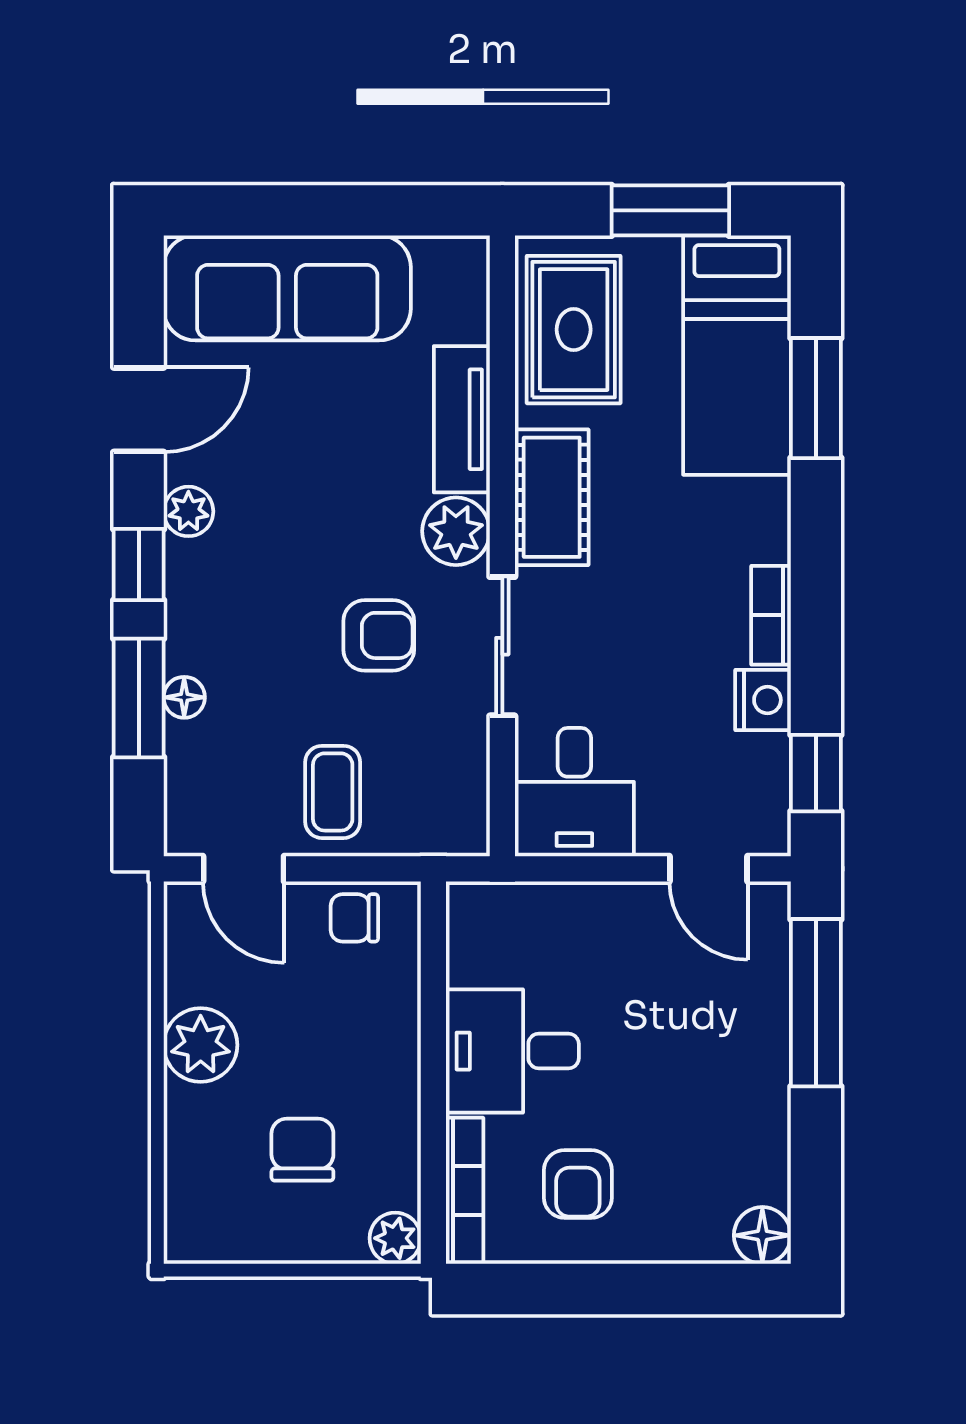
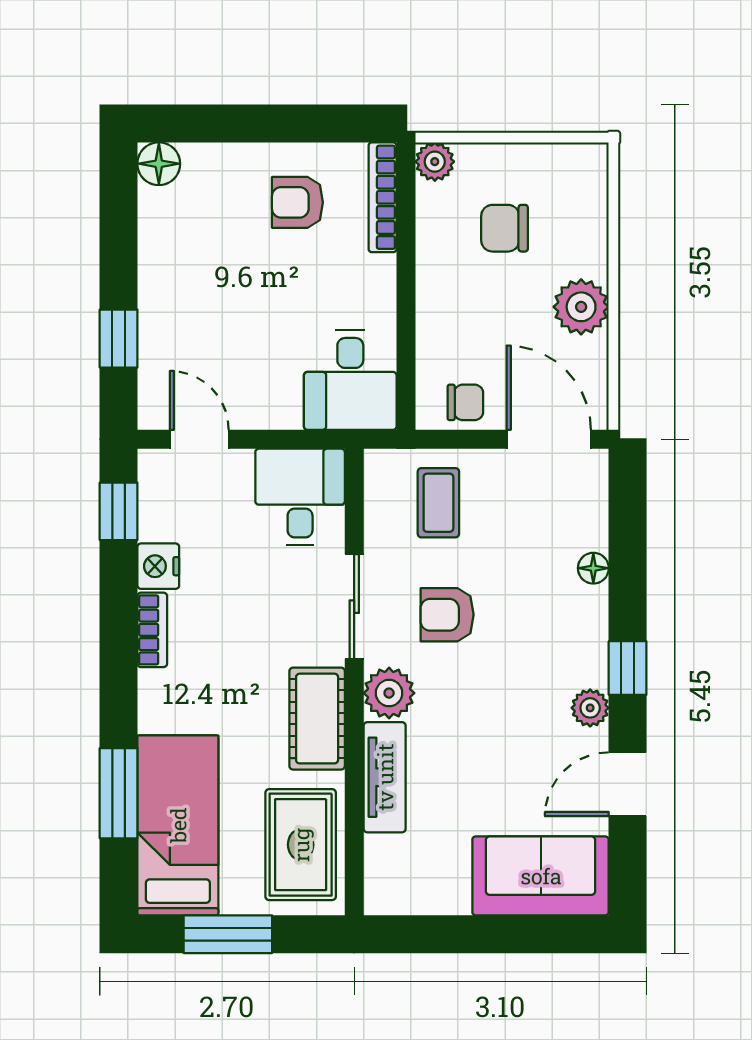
sofa: (287, 288) -> (541, 876), width x0.73
window: (139, 698) -> (628, 568), removed
coffee table: (333, 792) -> (438, 503), moved
door: (244, 869) -> (549, 439), width x1.38
window: (816, 1003) -> (119, 339), width x0.46
desk: (512, 1051) -> (350, 380), moved, turned 90
chair: (302, 1150) -> (504, 228), turned 90
armchair: (578, 1184) -> (297, 202), turned -90

